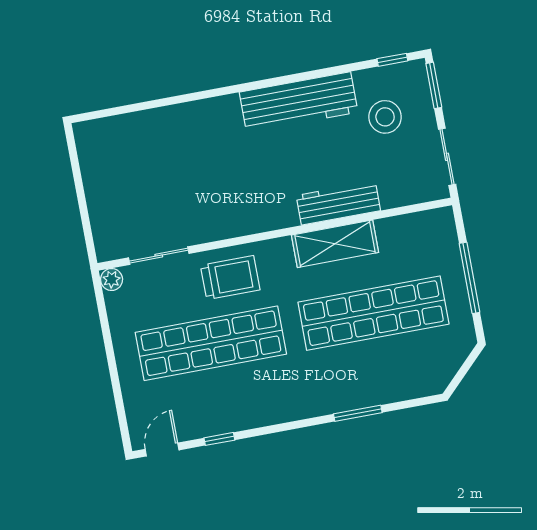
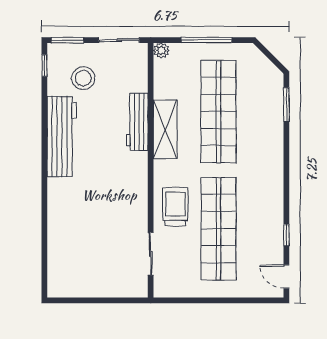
plant: (112, 279) -> (161, 51), moved
window: (358, 413) -> (286, 105), moved

